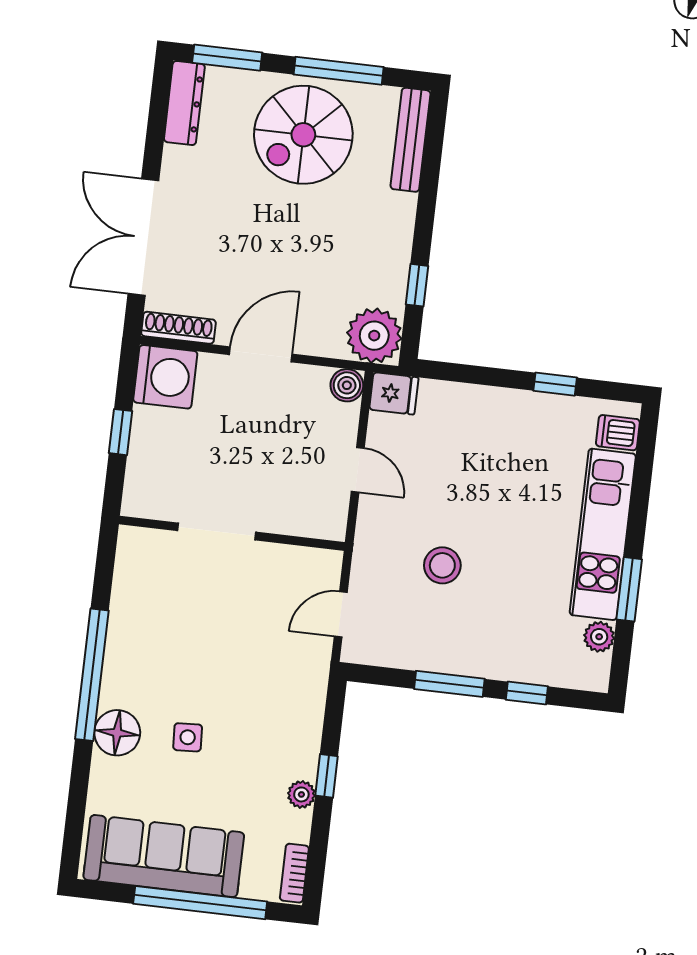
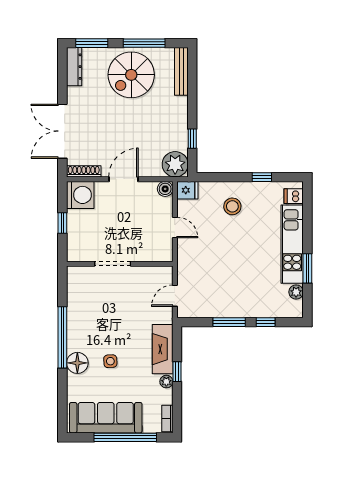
stool: (442, 565) -> (232, 206), moved
fireplace: (302, 725) -> (163, 349), added

